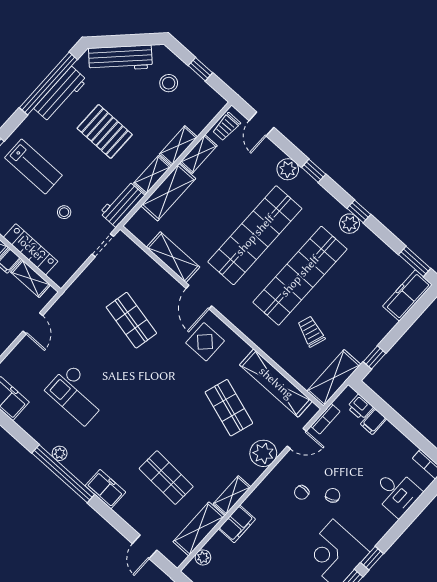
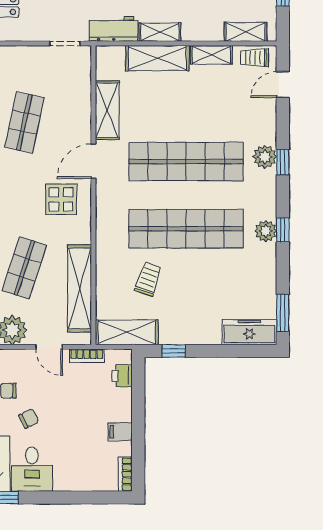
shelving: (178, 145) -> (246, 32), moved
plant: (288, 169) -> (265, 157), moved
filing cabinet: (373, 421) -> (120, 432), moved
desk: (397, 493) -> (32, 469), moved

